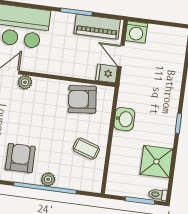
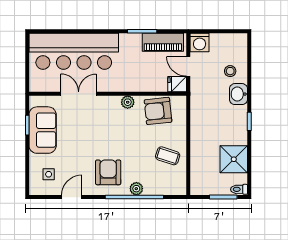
stool: (165, 67) -> (230, 71), added
plant: (25, 82) -> (128, 102), moved
washbasin: (124, 119) -> (238, 94), moved, turned 180

